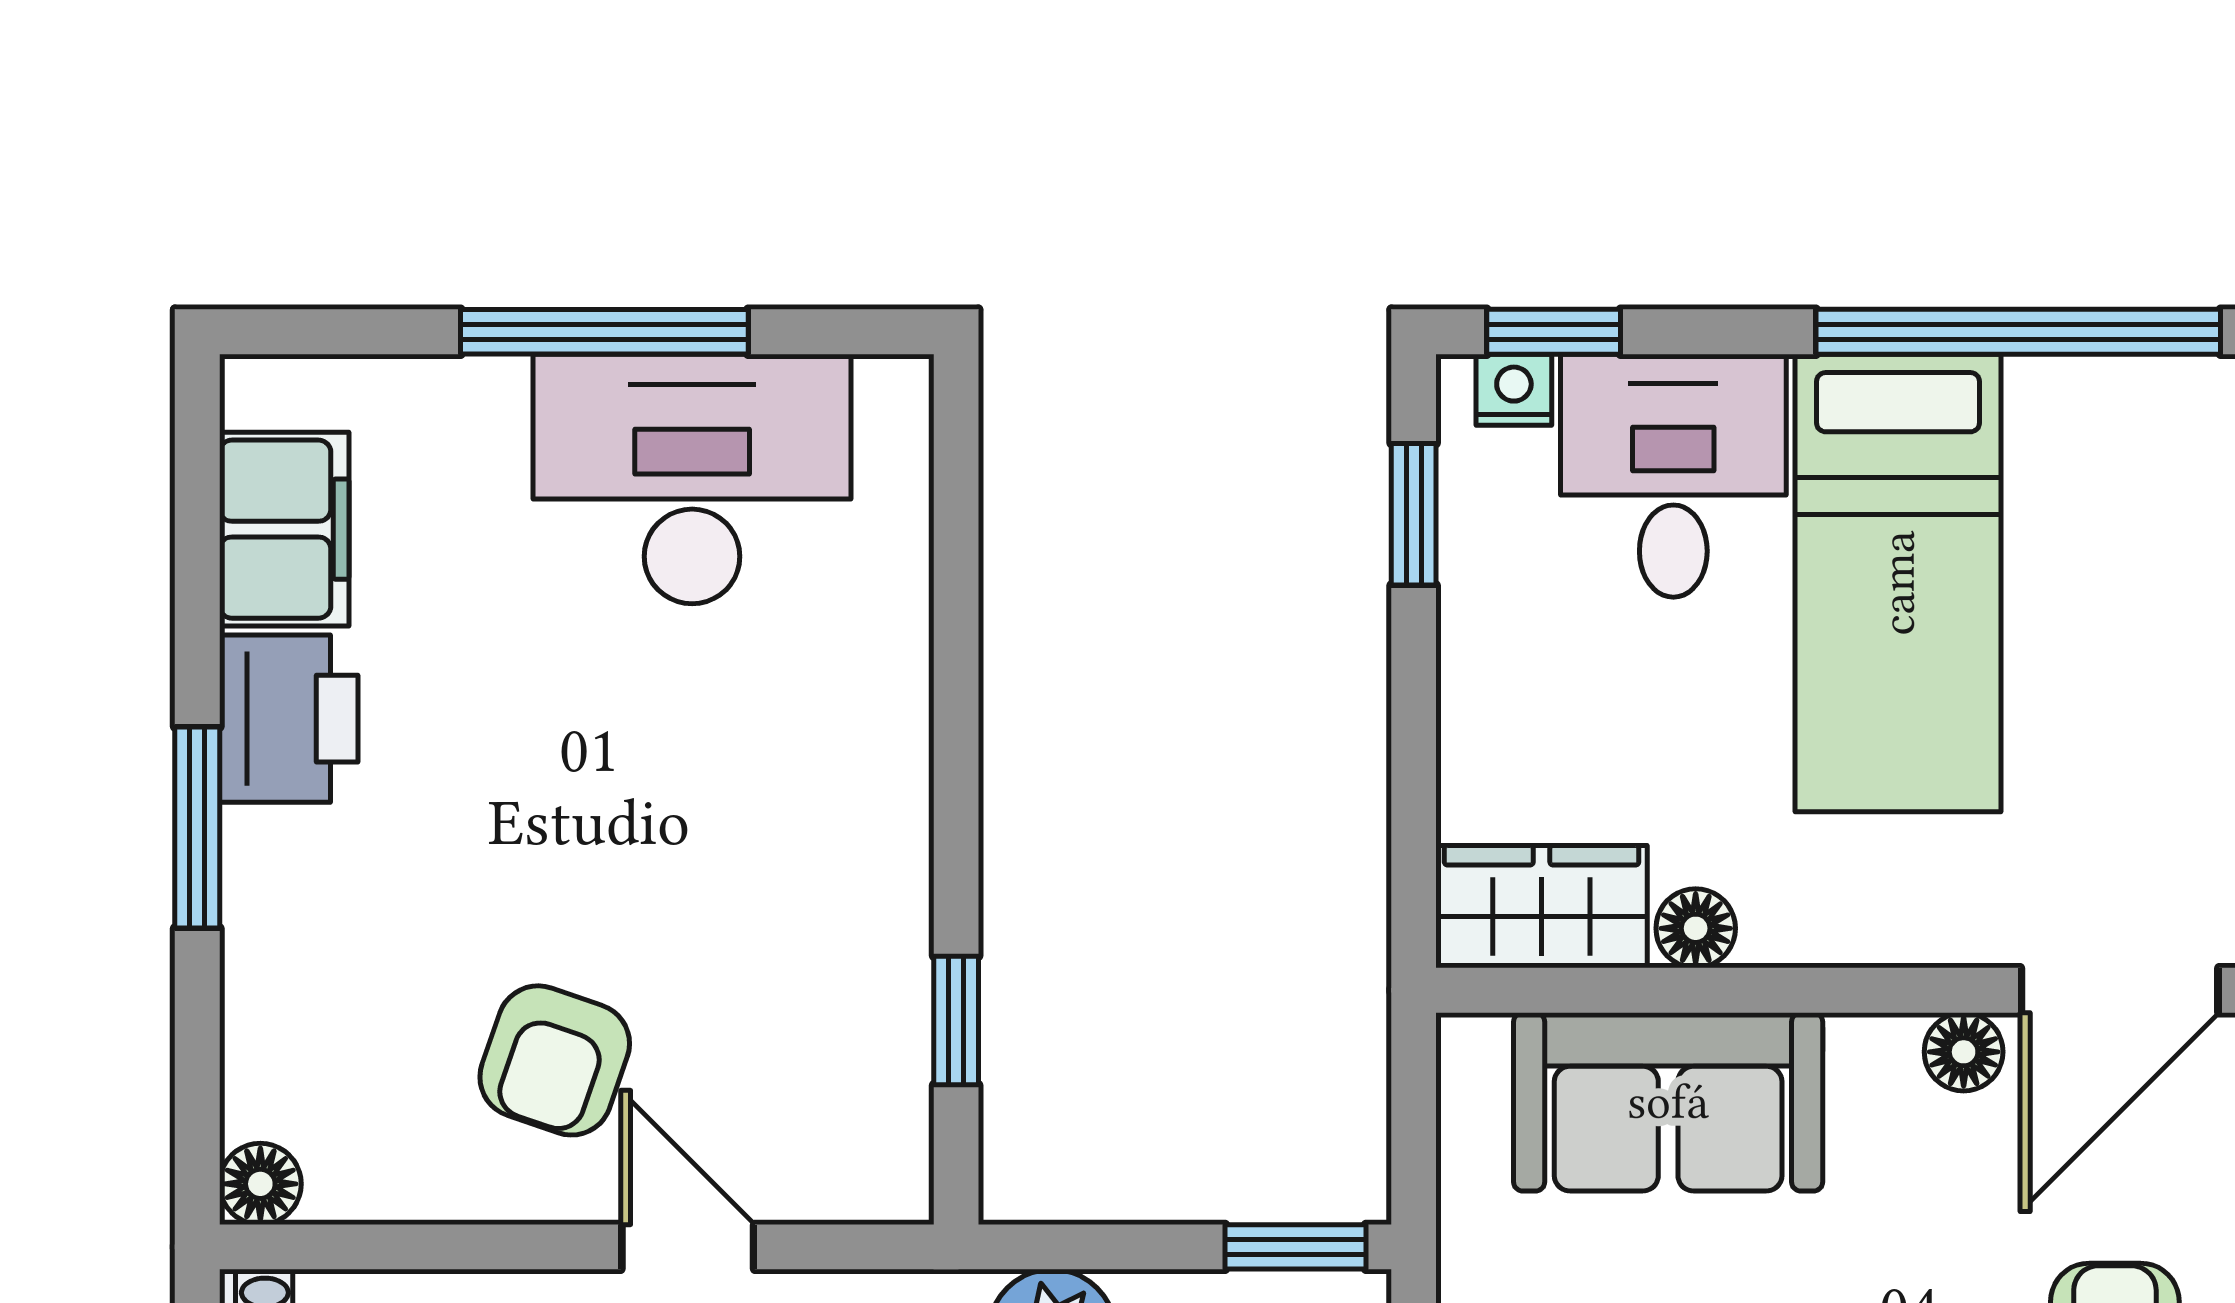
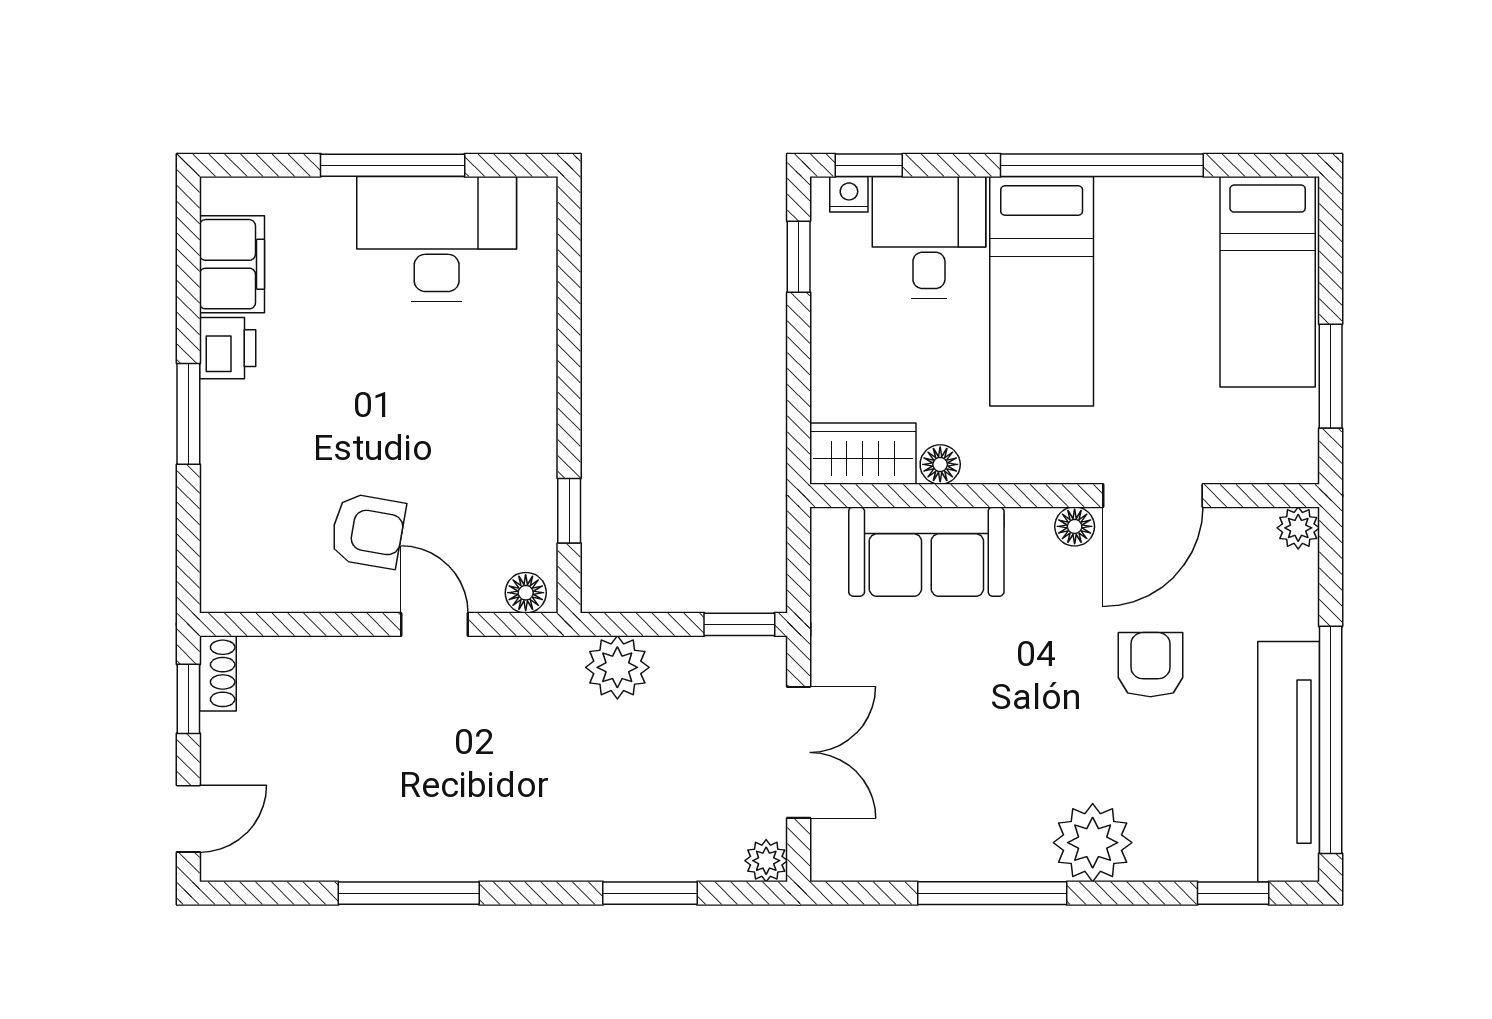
printer: (289, 719) -> (228, 348), width x0.73, depth x0.81
armchair: (555, 1060) -> (368, 531), turned -99
floor lamp: (260, 1184) -> (526, 593), moved

